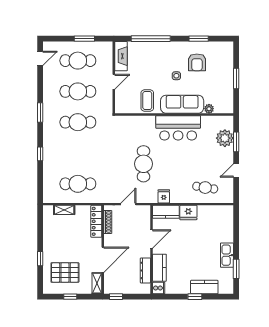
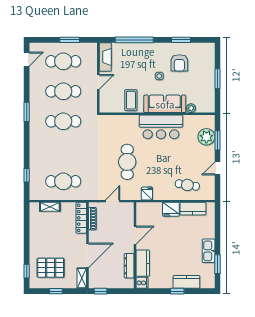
window: (40, 154) -> (27, 175), moved
kitchen counter: (166, 212) -> (193, 209), moved
window: (40, 259) -> (27, 271), moved

